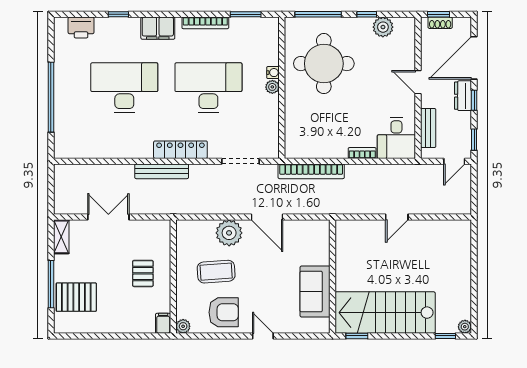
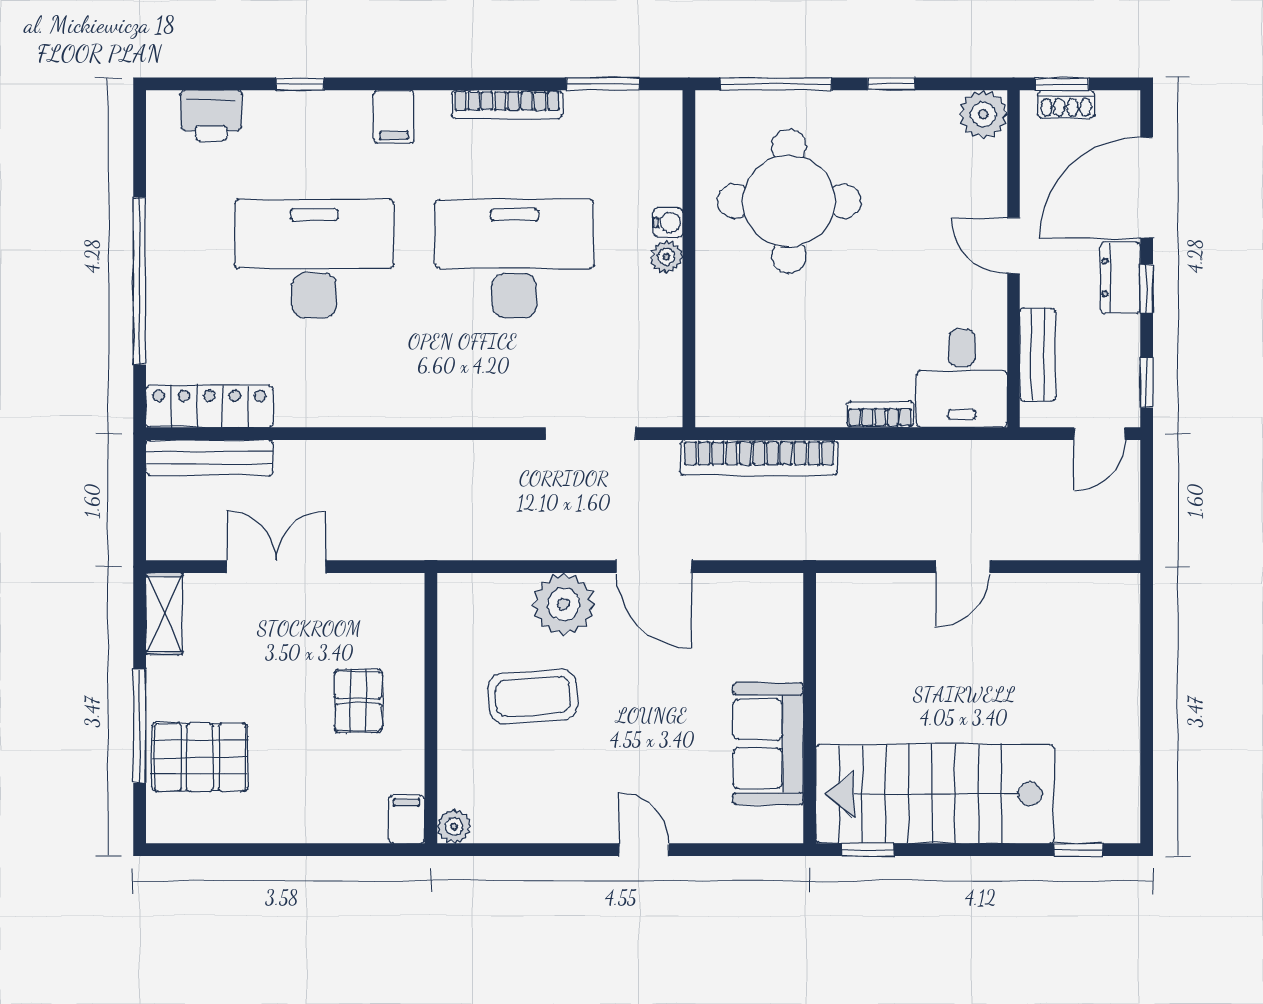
plant: (383, 27) -> (983, 114), moved
filing cabinet: (158, 28) -> (394, 117), width x0.50
locker: (180, 150) -> (209, 406), moved
bench: (162, 171) -> (210, 458), moved
armchair: (224, 312) -> (551, 793), removed
plant: (465, 327) -> (1125, 827), removed

